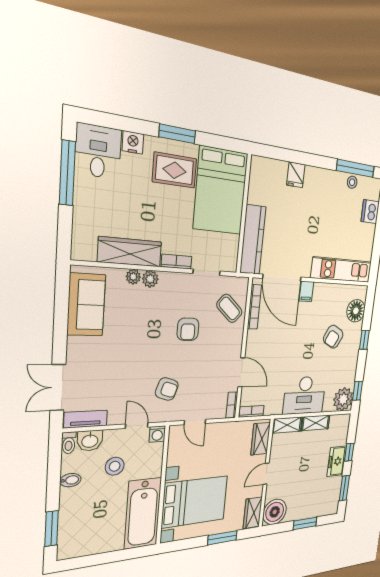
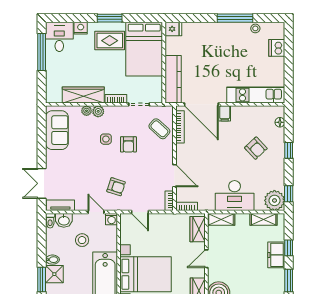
window: (355, 168) -> (235, 18), moved
fridge: (296, 175) -> (173, 29), moved, turned -90
floor lamp: (356, 311) -> (280, 122), width x0.53, depth x0.53
side table: (158, 321) -> (106, 139), added
armchair: (333, 337) -> (256, 148), turned -72
shelving: (316, 423) -> (264, 219), moved
bidet: (70, 480) -> (52, 260), moved
shower: (71, 518) -> (54, 274), added

